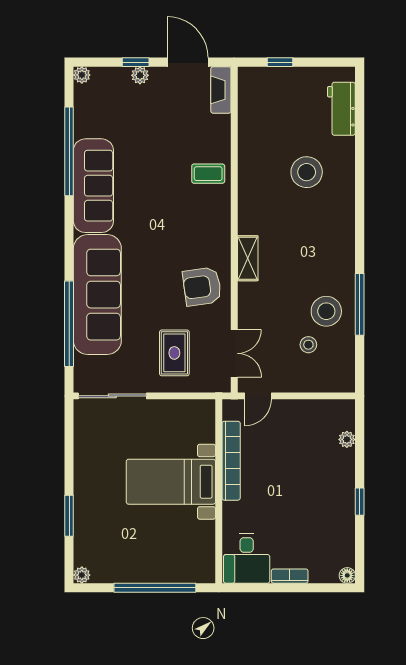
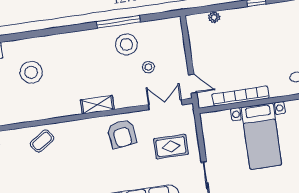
coffee table: (208, 174) -> (42, 141), turned 56
stool: (308, 345) -> (148, 67), moved

